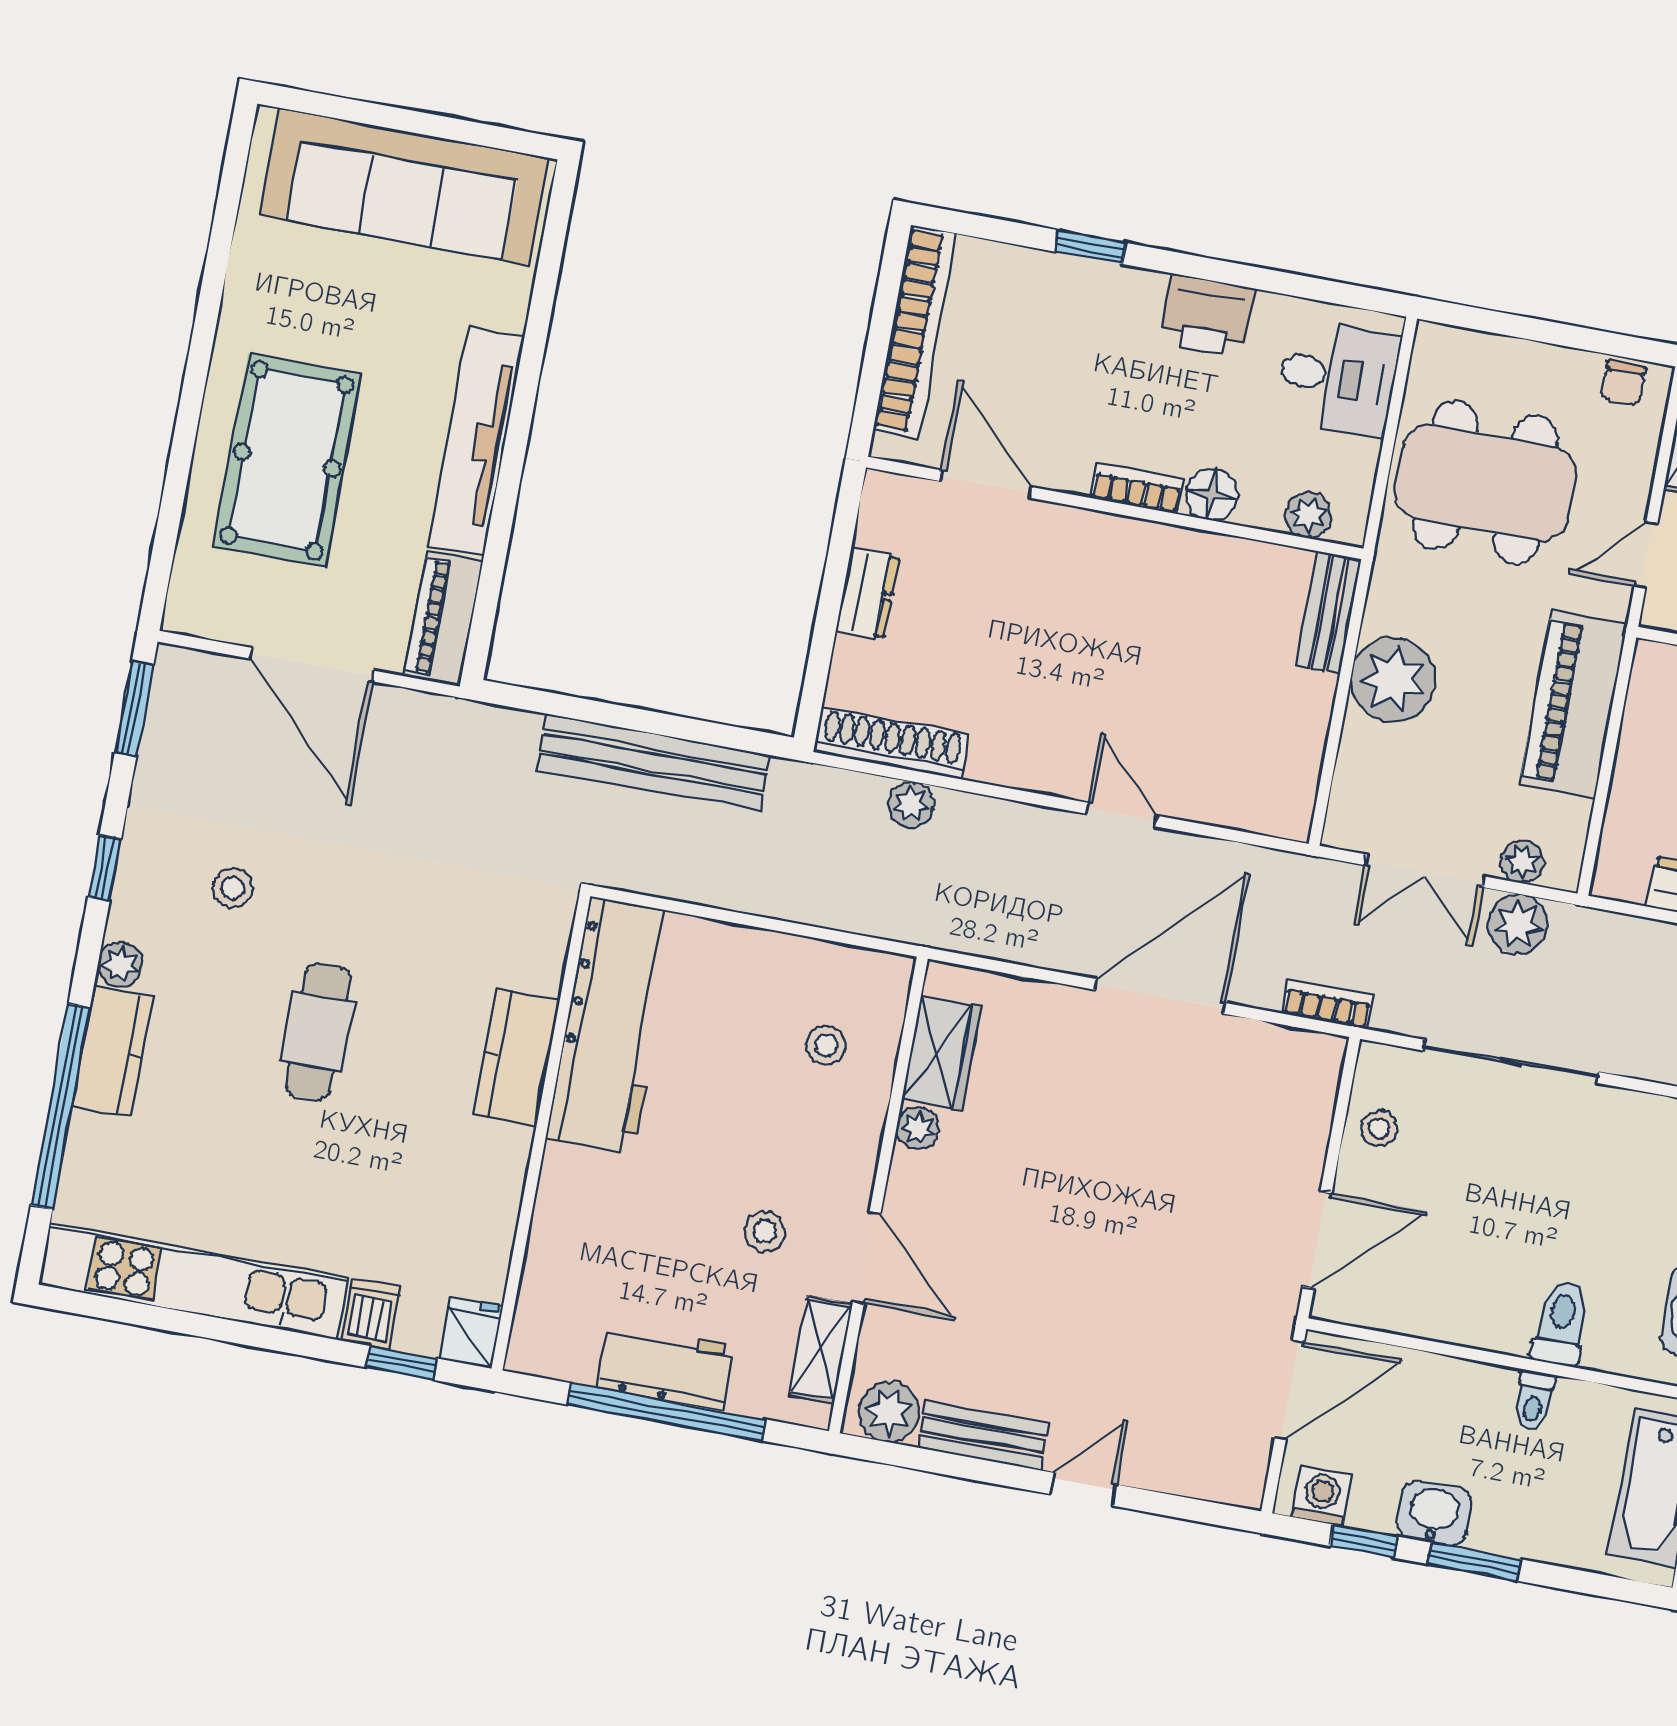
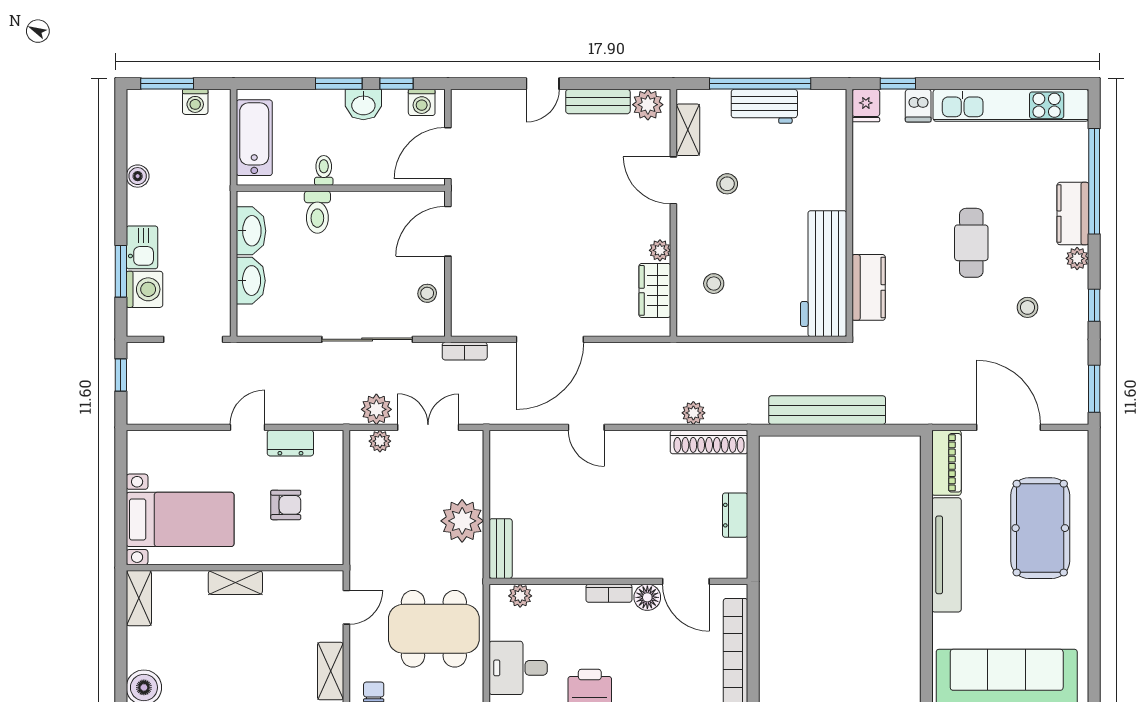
floor lamp: (1212, 494) -> (647, 597), moved
piano: (1574, 704) -> (369, 525), removed
kitchen counter: (517, 1057) -> (869, 287), moved

